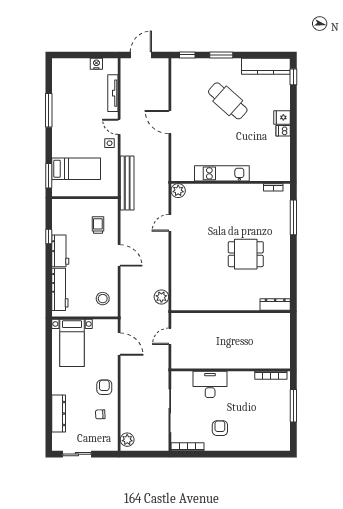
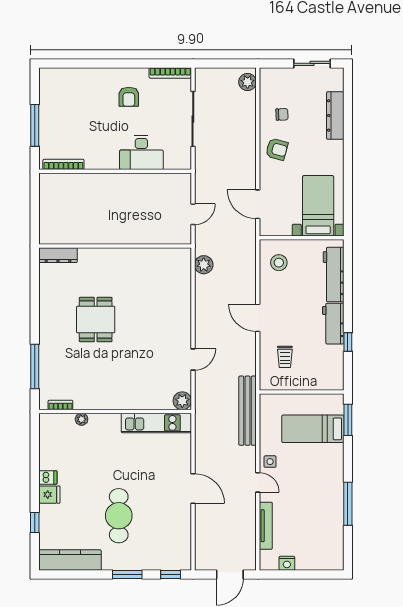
window: (293, 77) -> (35, 522), moved
cafe table: (228, 101) -> (119, 516), turned 48
kitchen unit: (222, 173) -> (156, 423), moved
plant: (257, 176) -> (82, 419), added
dining table: (246, 254) -> (96, 320), turned 90
armchair: (104, 387) -> (277, 149), turned -75

